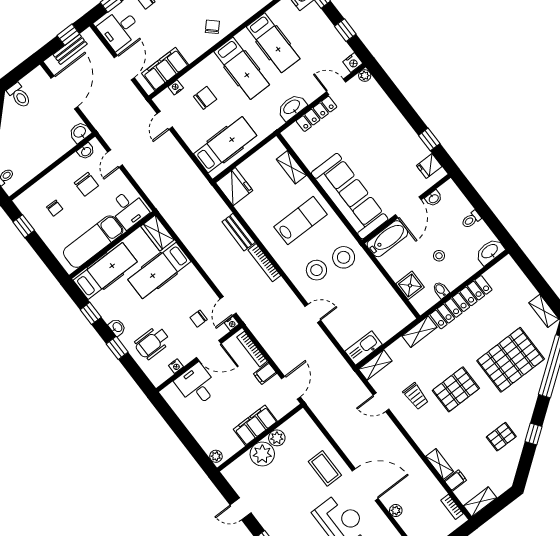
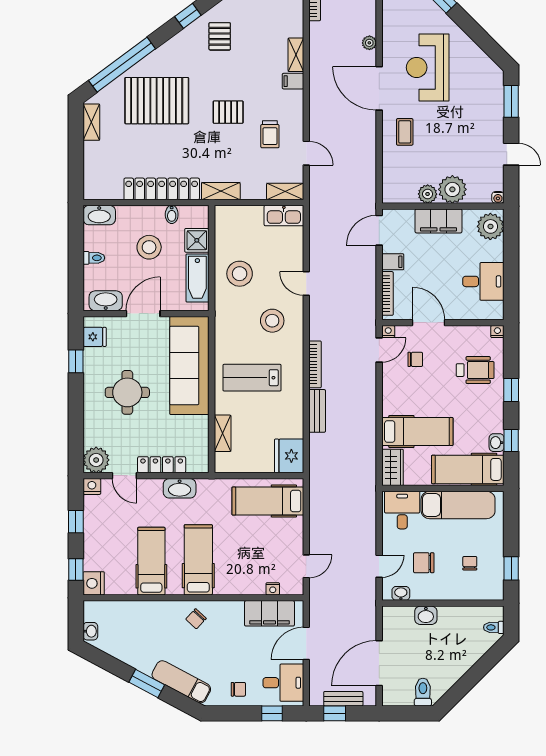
plant: (365, 76) -> (96, 460), width x1.87, depth x1.87
chair: (205, 98) -> (253, 558), removed
washbasin: (80, 132) -> (426, 615), moved
round table: (378, 145) -> (127, 392), added
chair: (86, 184) -> (424, 563), turned -90
washbasin: (434, 198) -> (106, 301), width x1.91, depth x1.45
bathtub: (387, 239) -> (197, 278), moved, turned -90
stool: (439, 256) -> (149, 247), width x1.89, depth x1.89
stool: (344, 257) -> (240, 274), moved
washbasin: (117, 327) -> (497, 443), moved
nightstand: (176, 366) -> (497, 332), moved
desk: (197, 385) -> (483, 281), moved, turned -90
pallet: (456, 389) -> (228, 112), width x0.67, depth x0.71
trolley: (416, 396) -> (270, 134), turned 180
pallet: (501, 437) -> (220, 36), turned 90
plant: (216, 456) -> (490, 226), width x1.87, depth x1.87
coffee table: (325, 468) -> (405, 132), width x0.73, depth x0.77
water cooler: (227, 472) -> (498, 197), added
filing cabinet: (455, 480) -> (293, 81), moved

